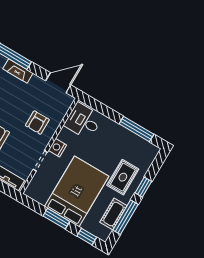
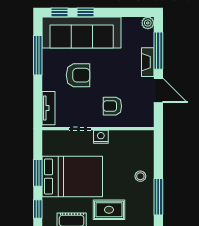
door: (58, 83) -> (158, 90), moved
desk: (83, 121) -> (138, 146), removed
stool: (110, 134) -> (140, 176), added

